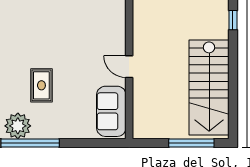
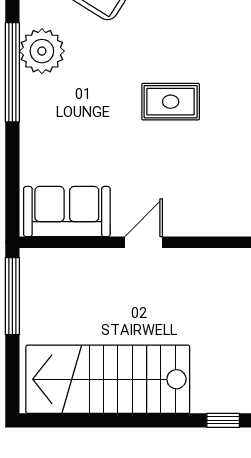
rug: (41, 85) -> (171, 102), moved
window: (191, 143) -> (12, 296), moved

